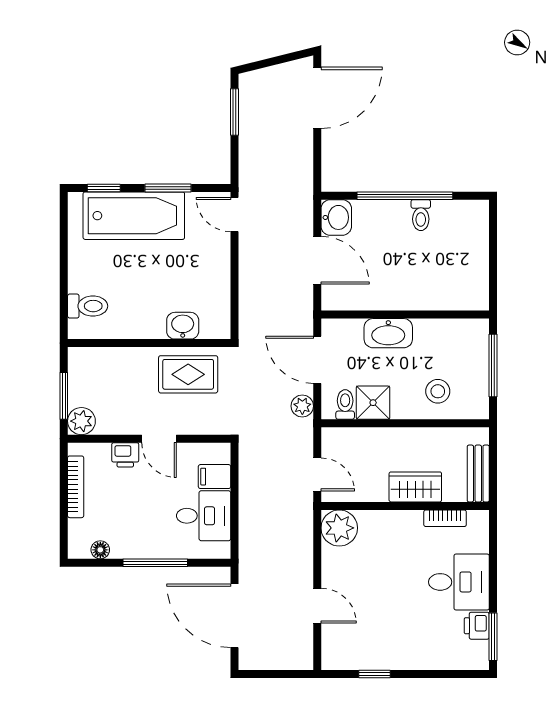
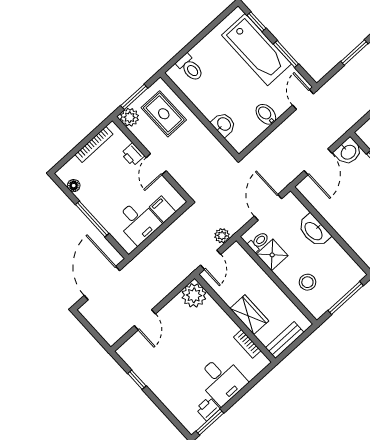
bidet: (214, 270) -> (266, 114), added
rug: (188, 374) -> (164, 114), moved
plant: (302, 406) -> (222, 236), moved

